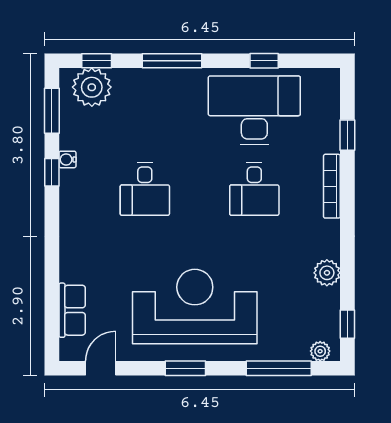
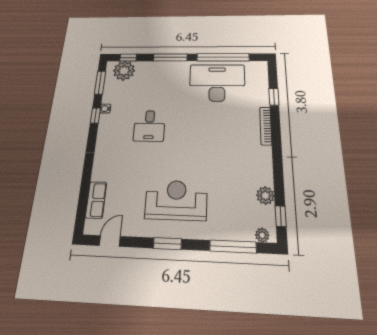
window: (264, 61) -> (223, 57), width x3.17
desk: (254, 189) -> (217, 127), removed
plant: (327, 273) -> (265, 196), moved
reception desk: (195, 306) -> (176, 200), width x0.74, depth x0.77

